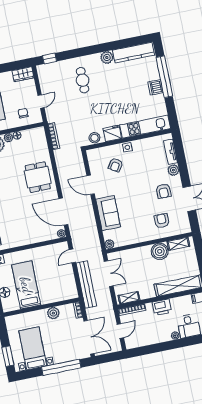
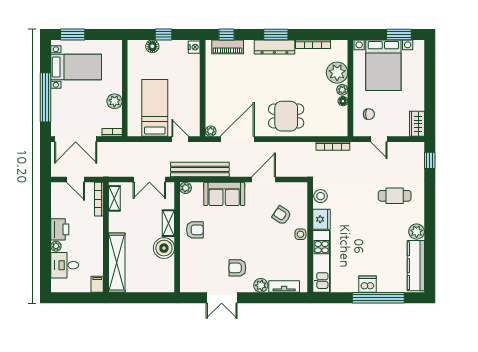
armchair: (162, 221) -> (195, 230), moved
shelving: (178, 244) -> (168, 223), moved
bed: (26, 285) -> (155, 108), moved, turned -90
bench: (86, 285) -> (200, 169), moved
printer: (162, 307) -> (60, 229), moved, turned 180

